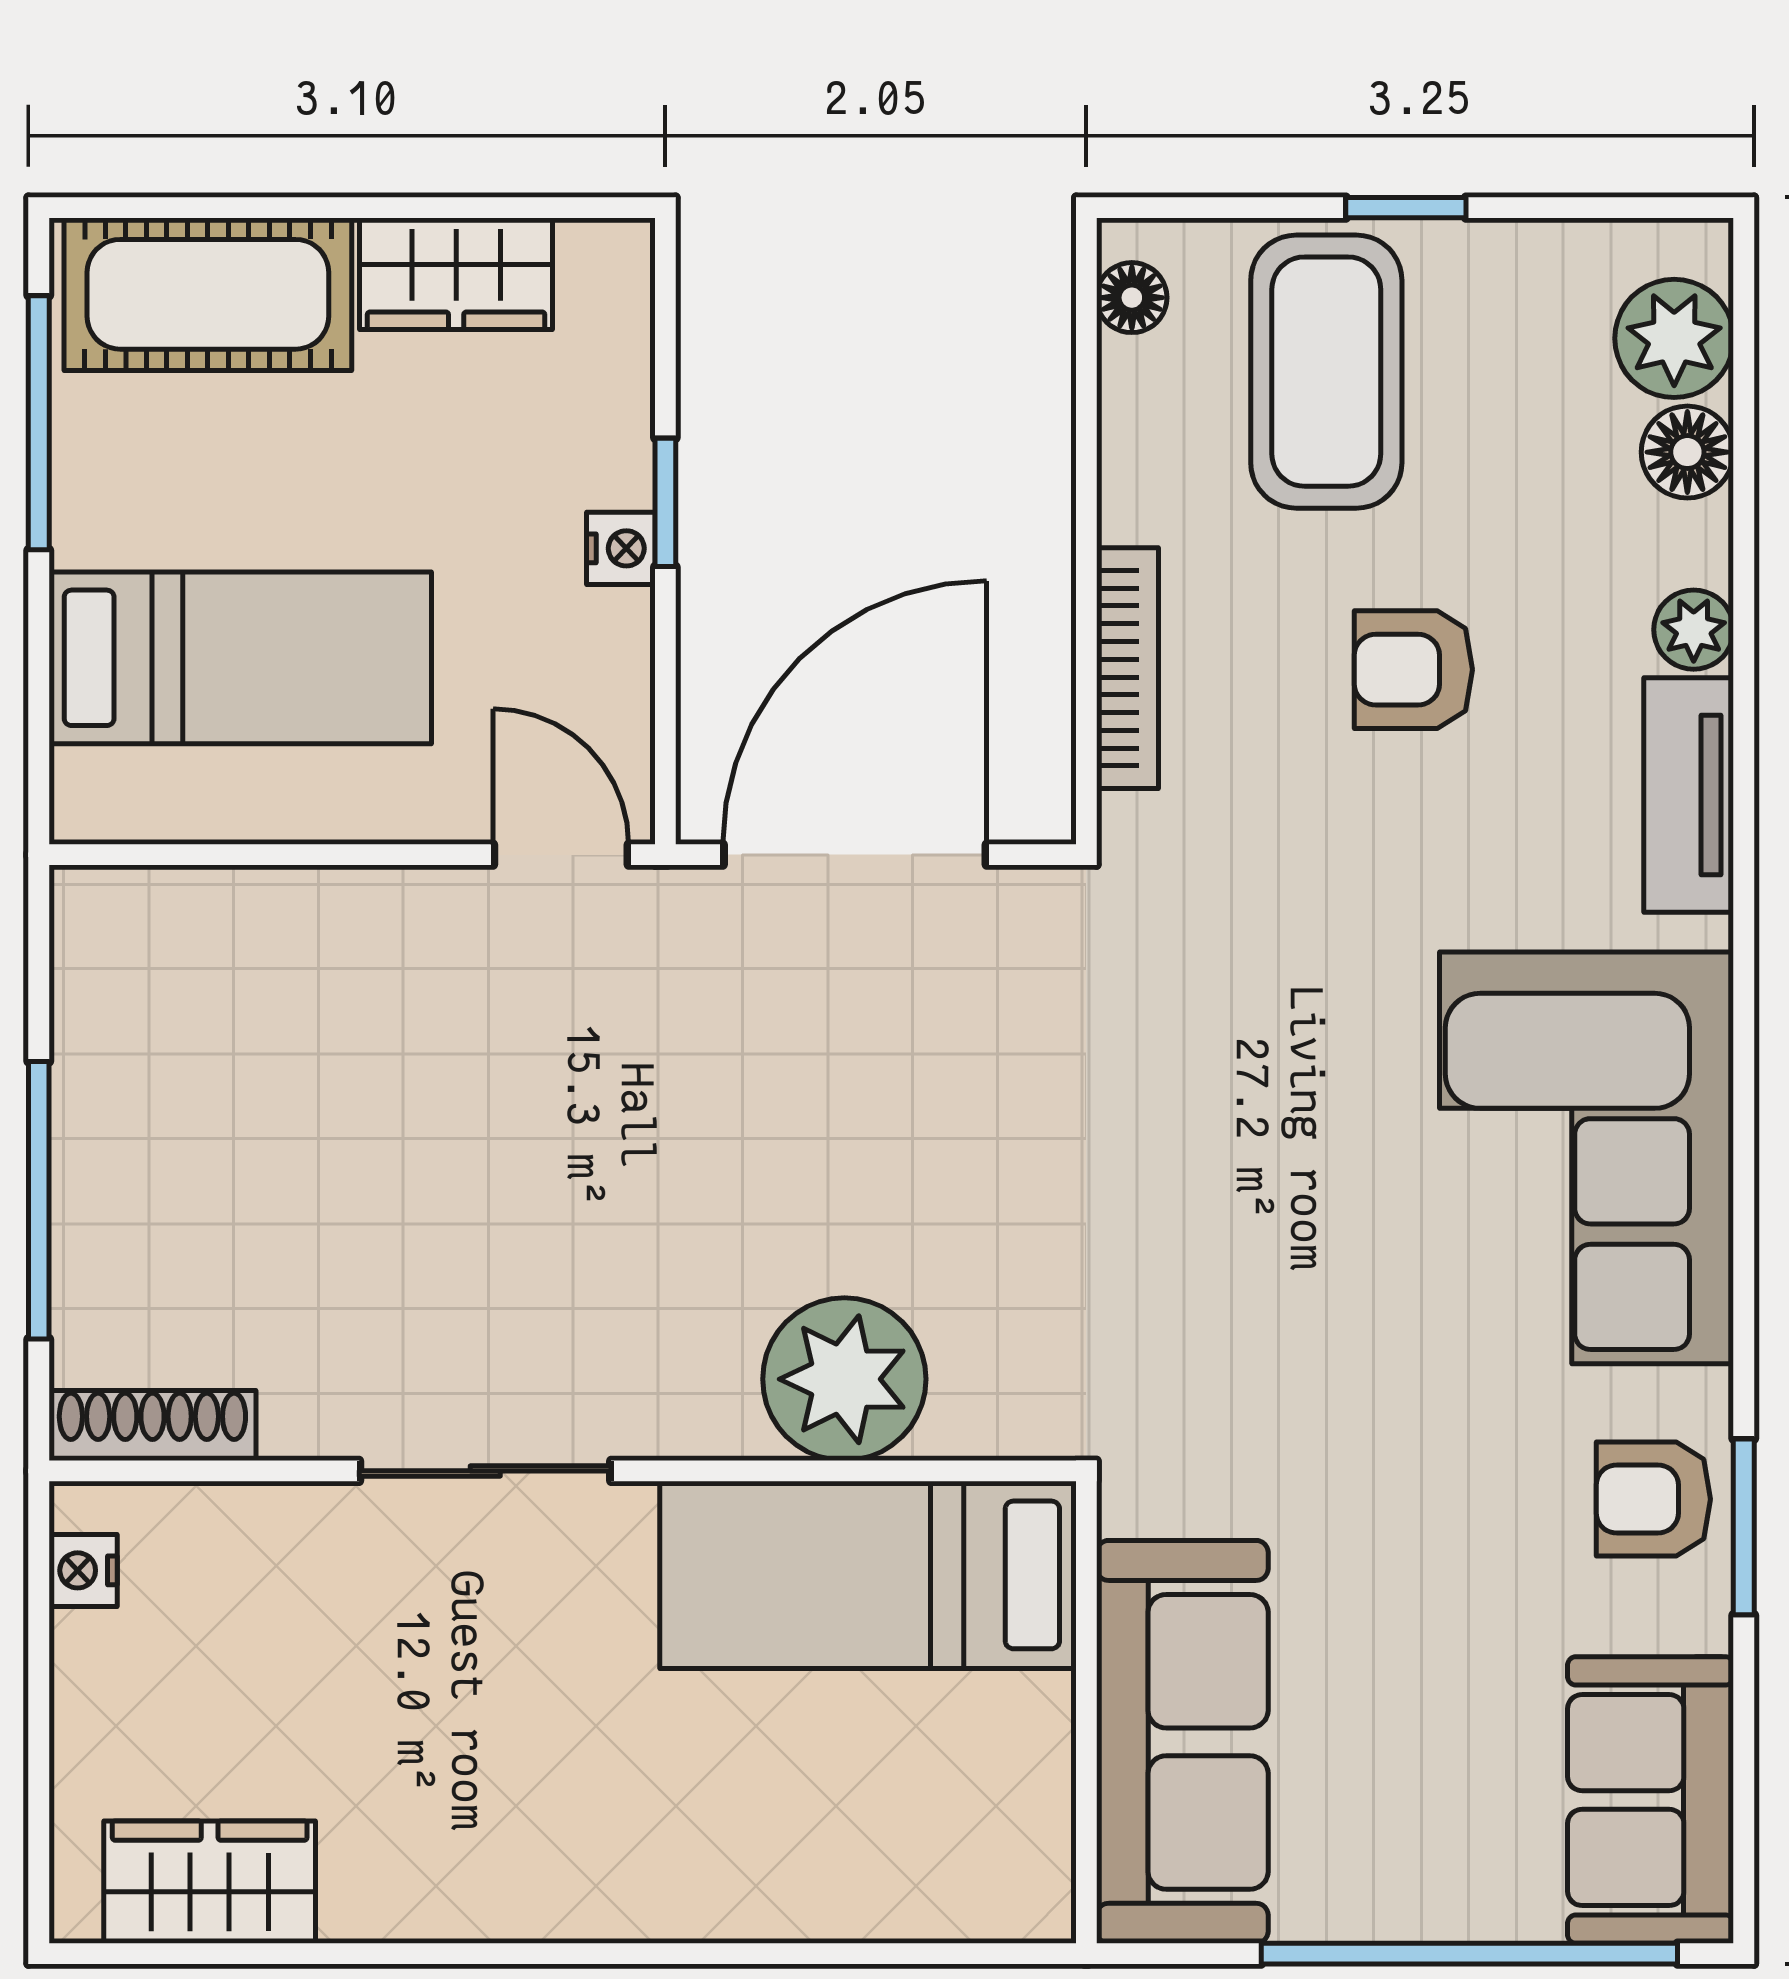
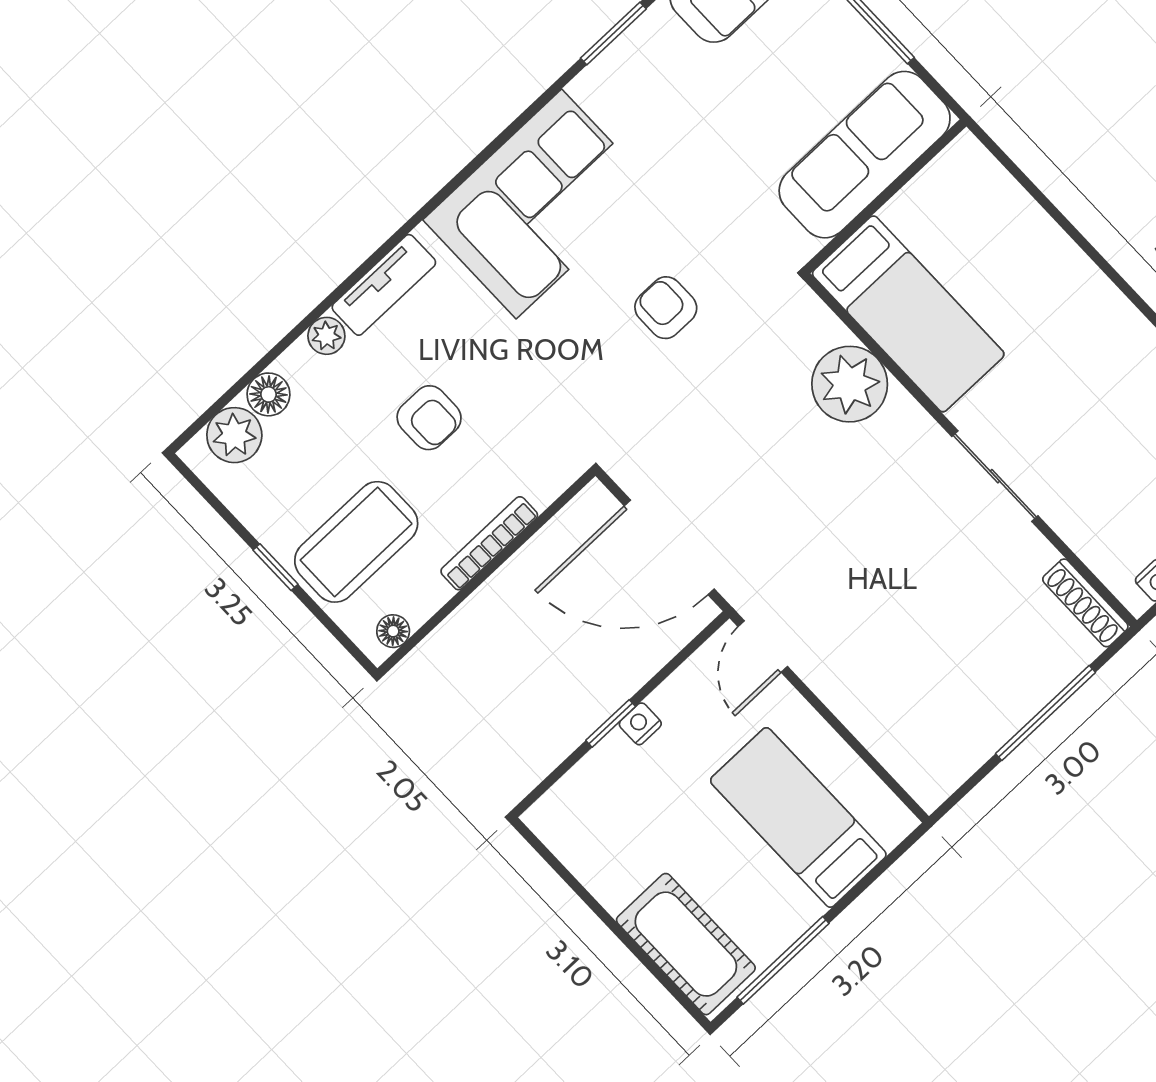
wardrobe: (456, 274) -> (600, 867), removed
bookcase: (1128, 668) -> (489, 543), moved
armchair: (1653, 1499) -> (666, 308), moved, turned 180

